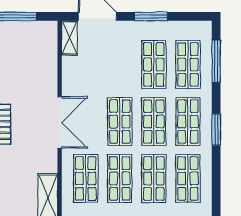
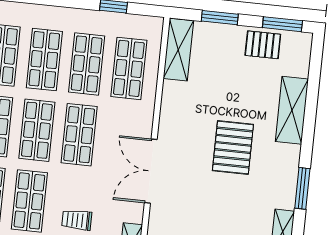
trolley: (115, 53) -> (77, 220), added
double door: (60, 122) -> (151, 171), moved

